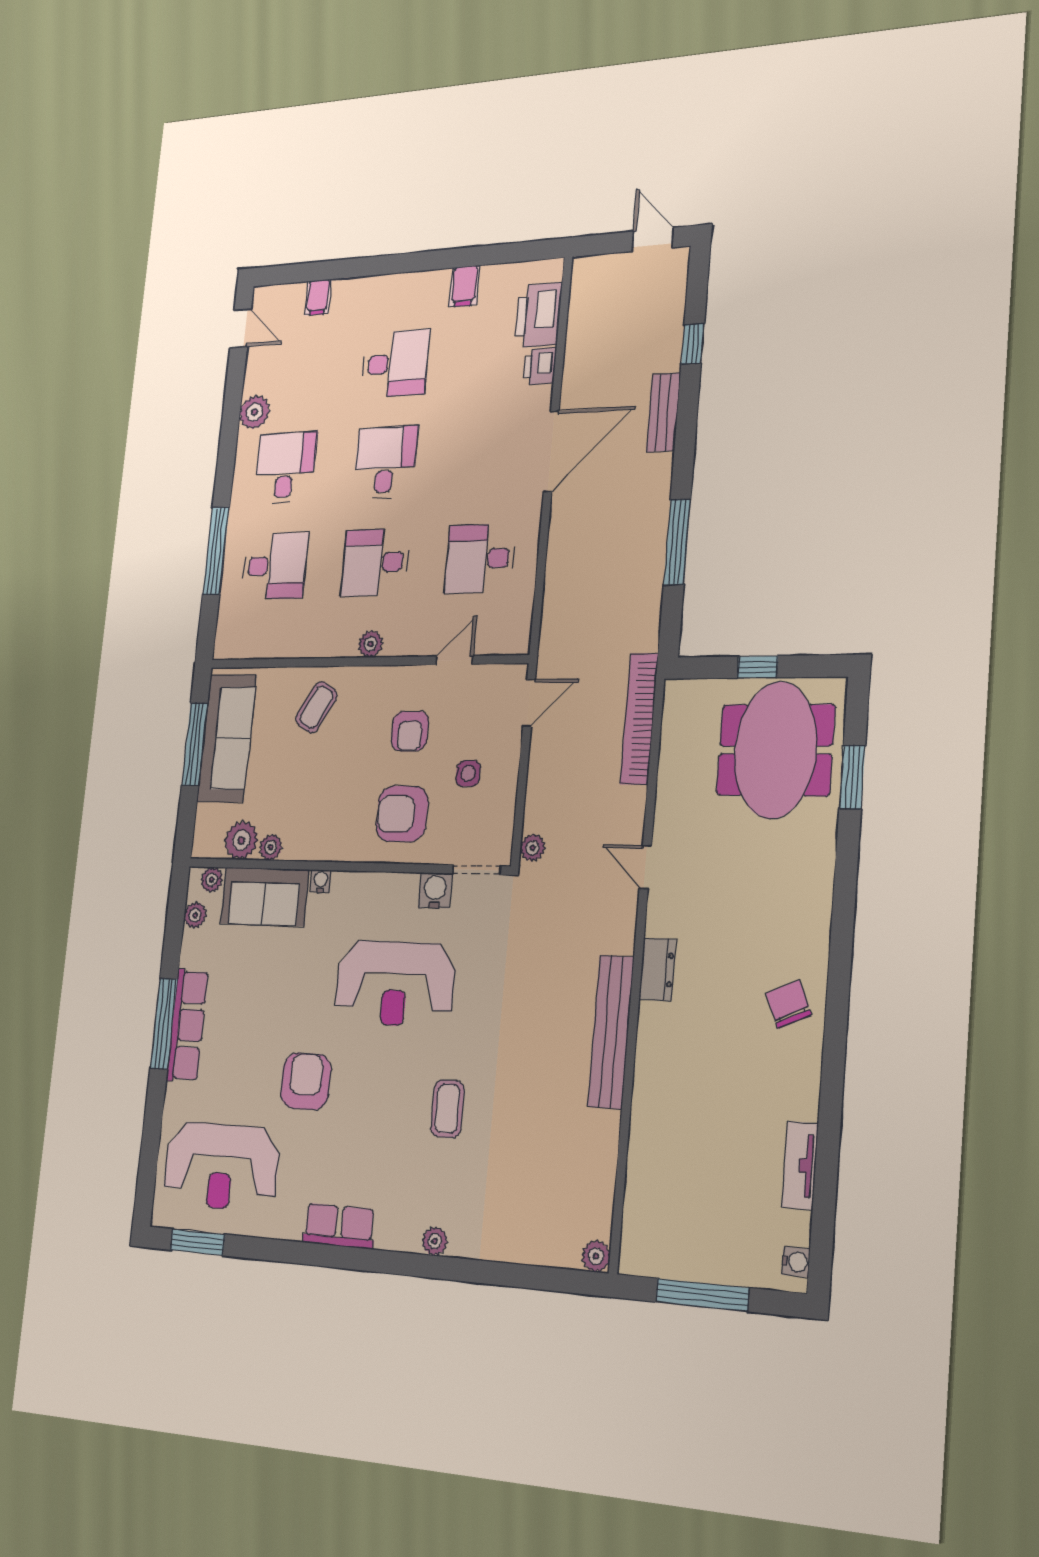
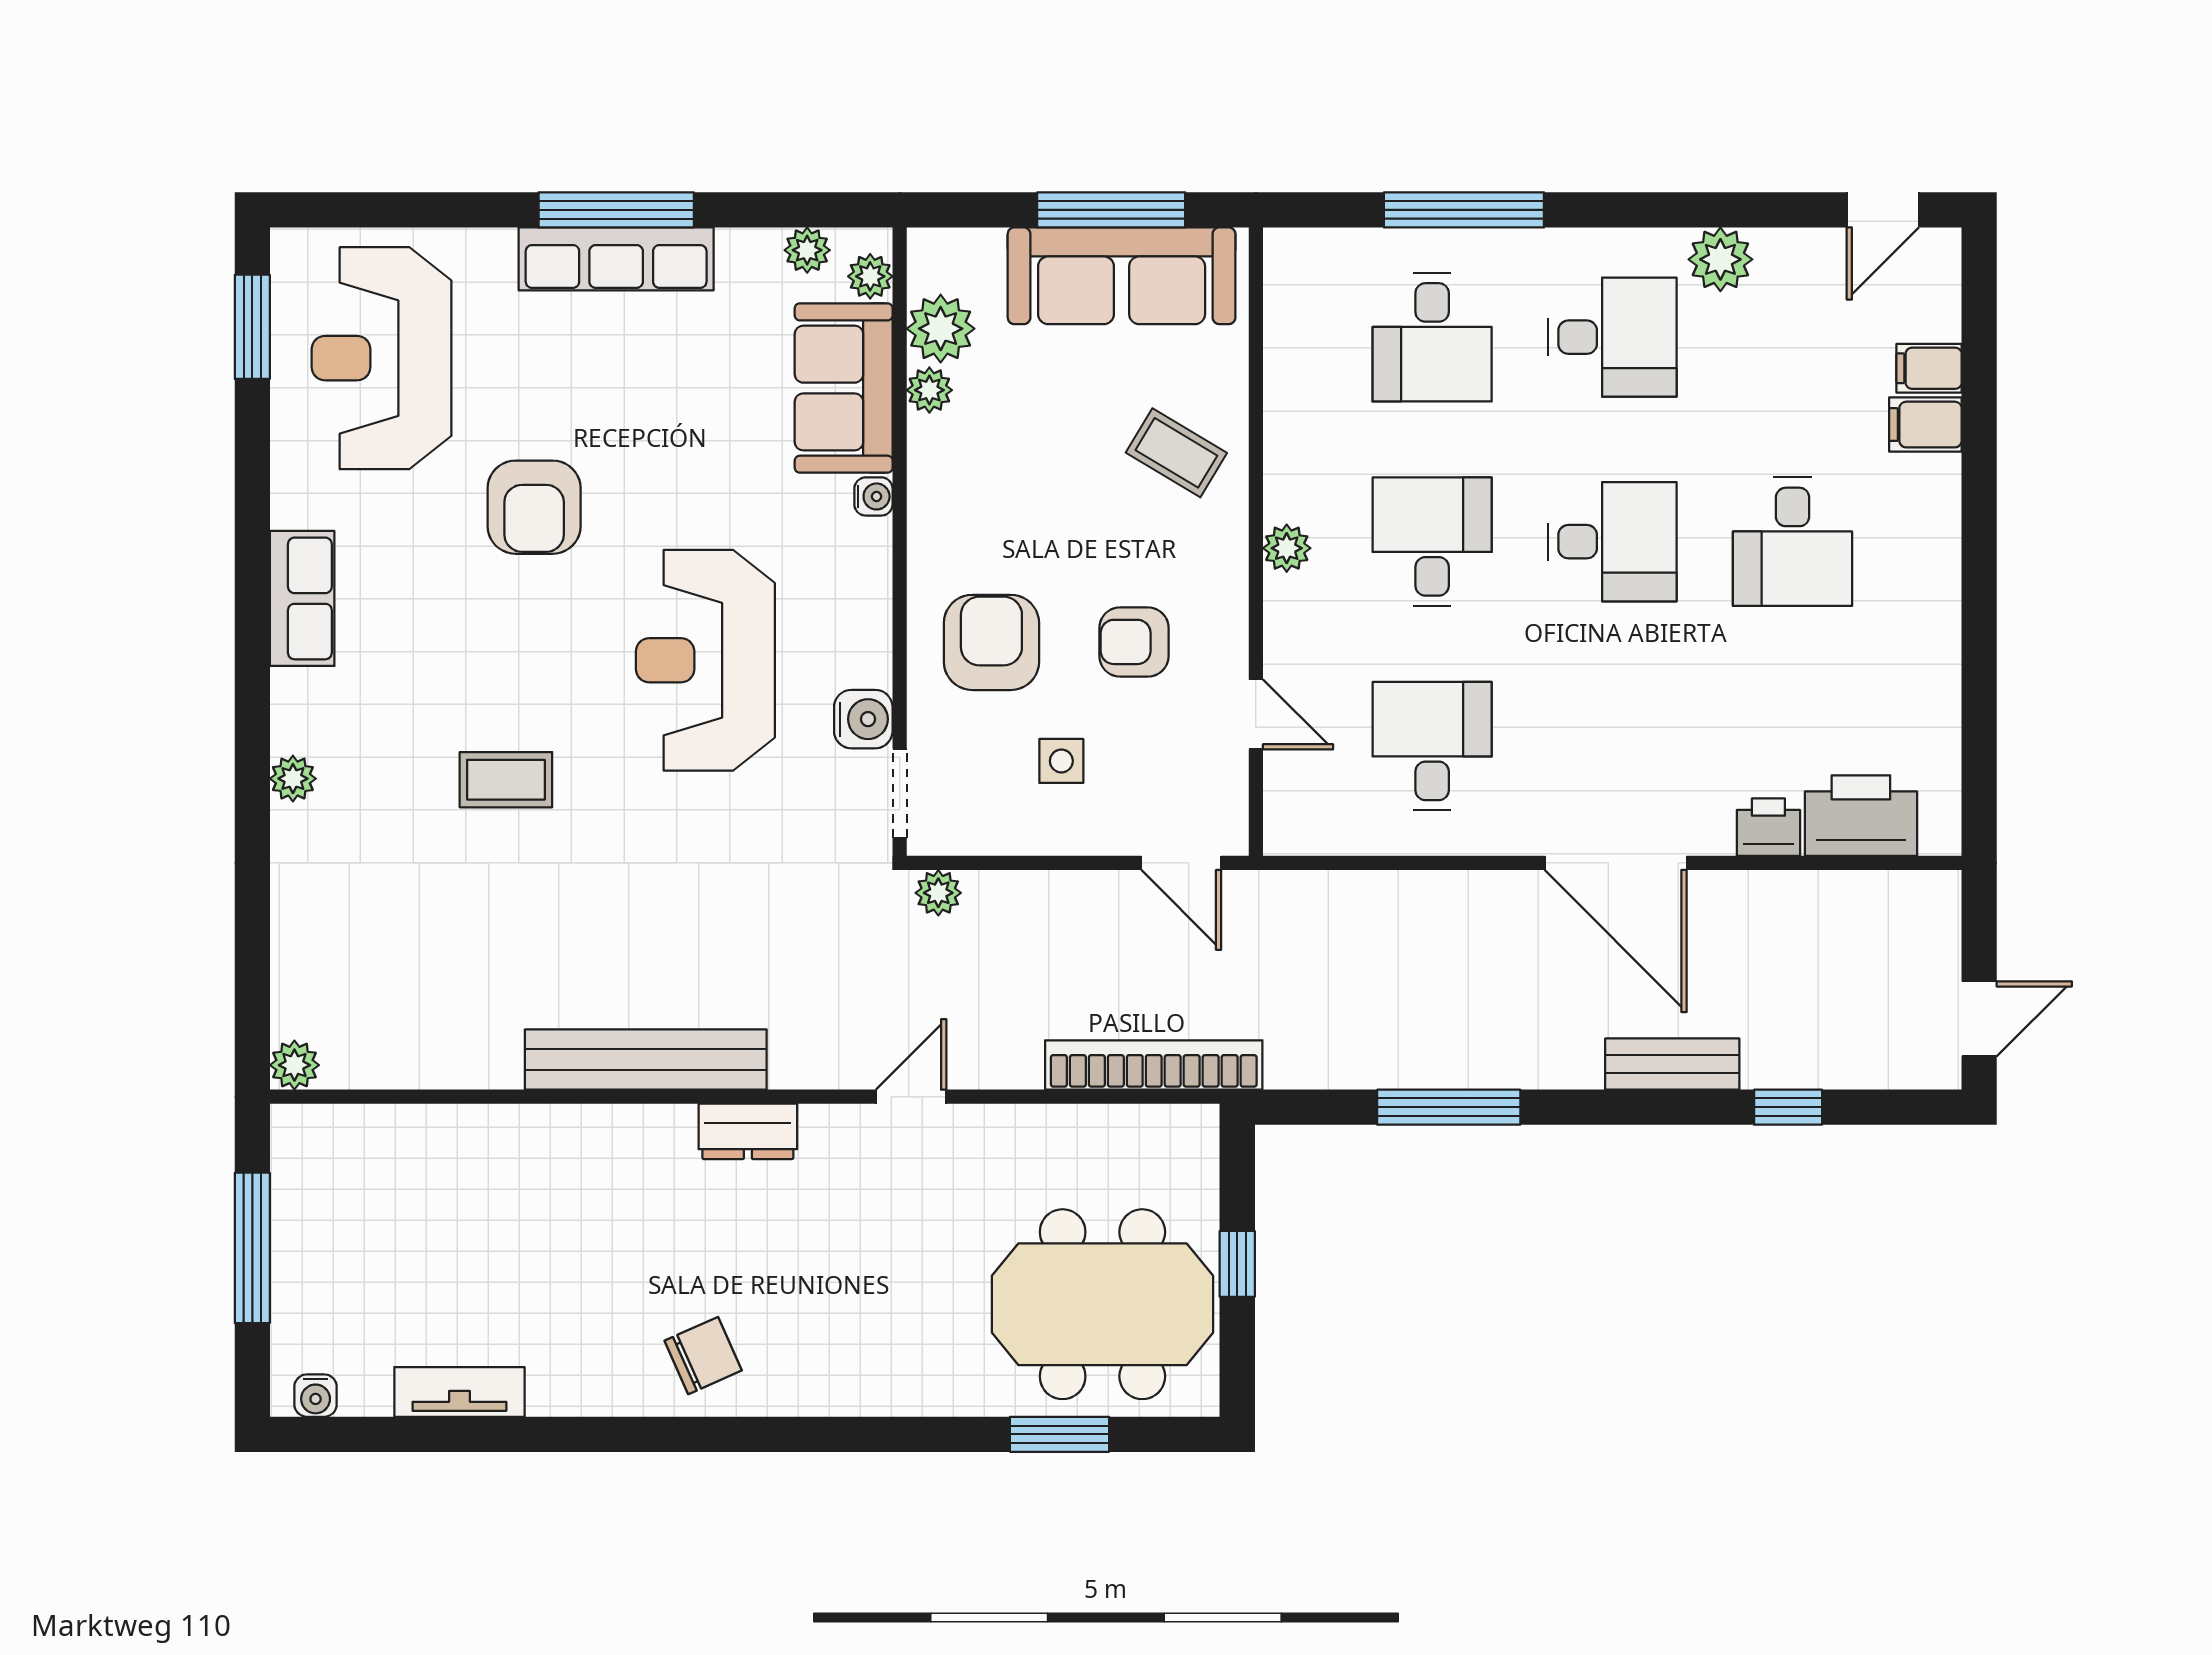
filing cabinet: (464, 286) -> (1925, 425), moved
armchair: (306, 1081) -> (534, 507), turned 90

